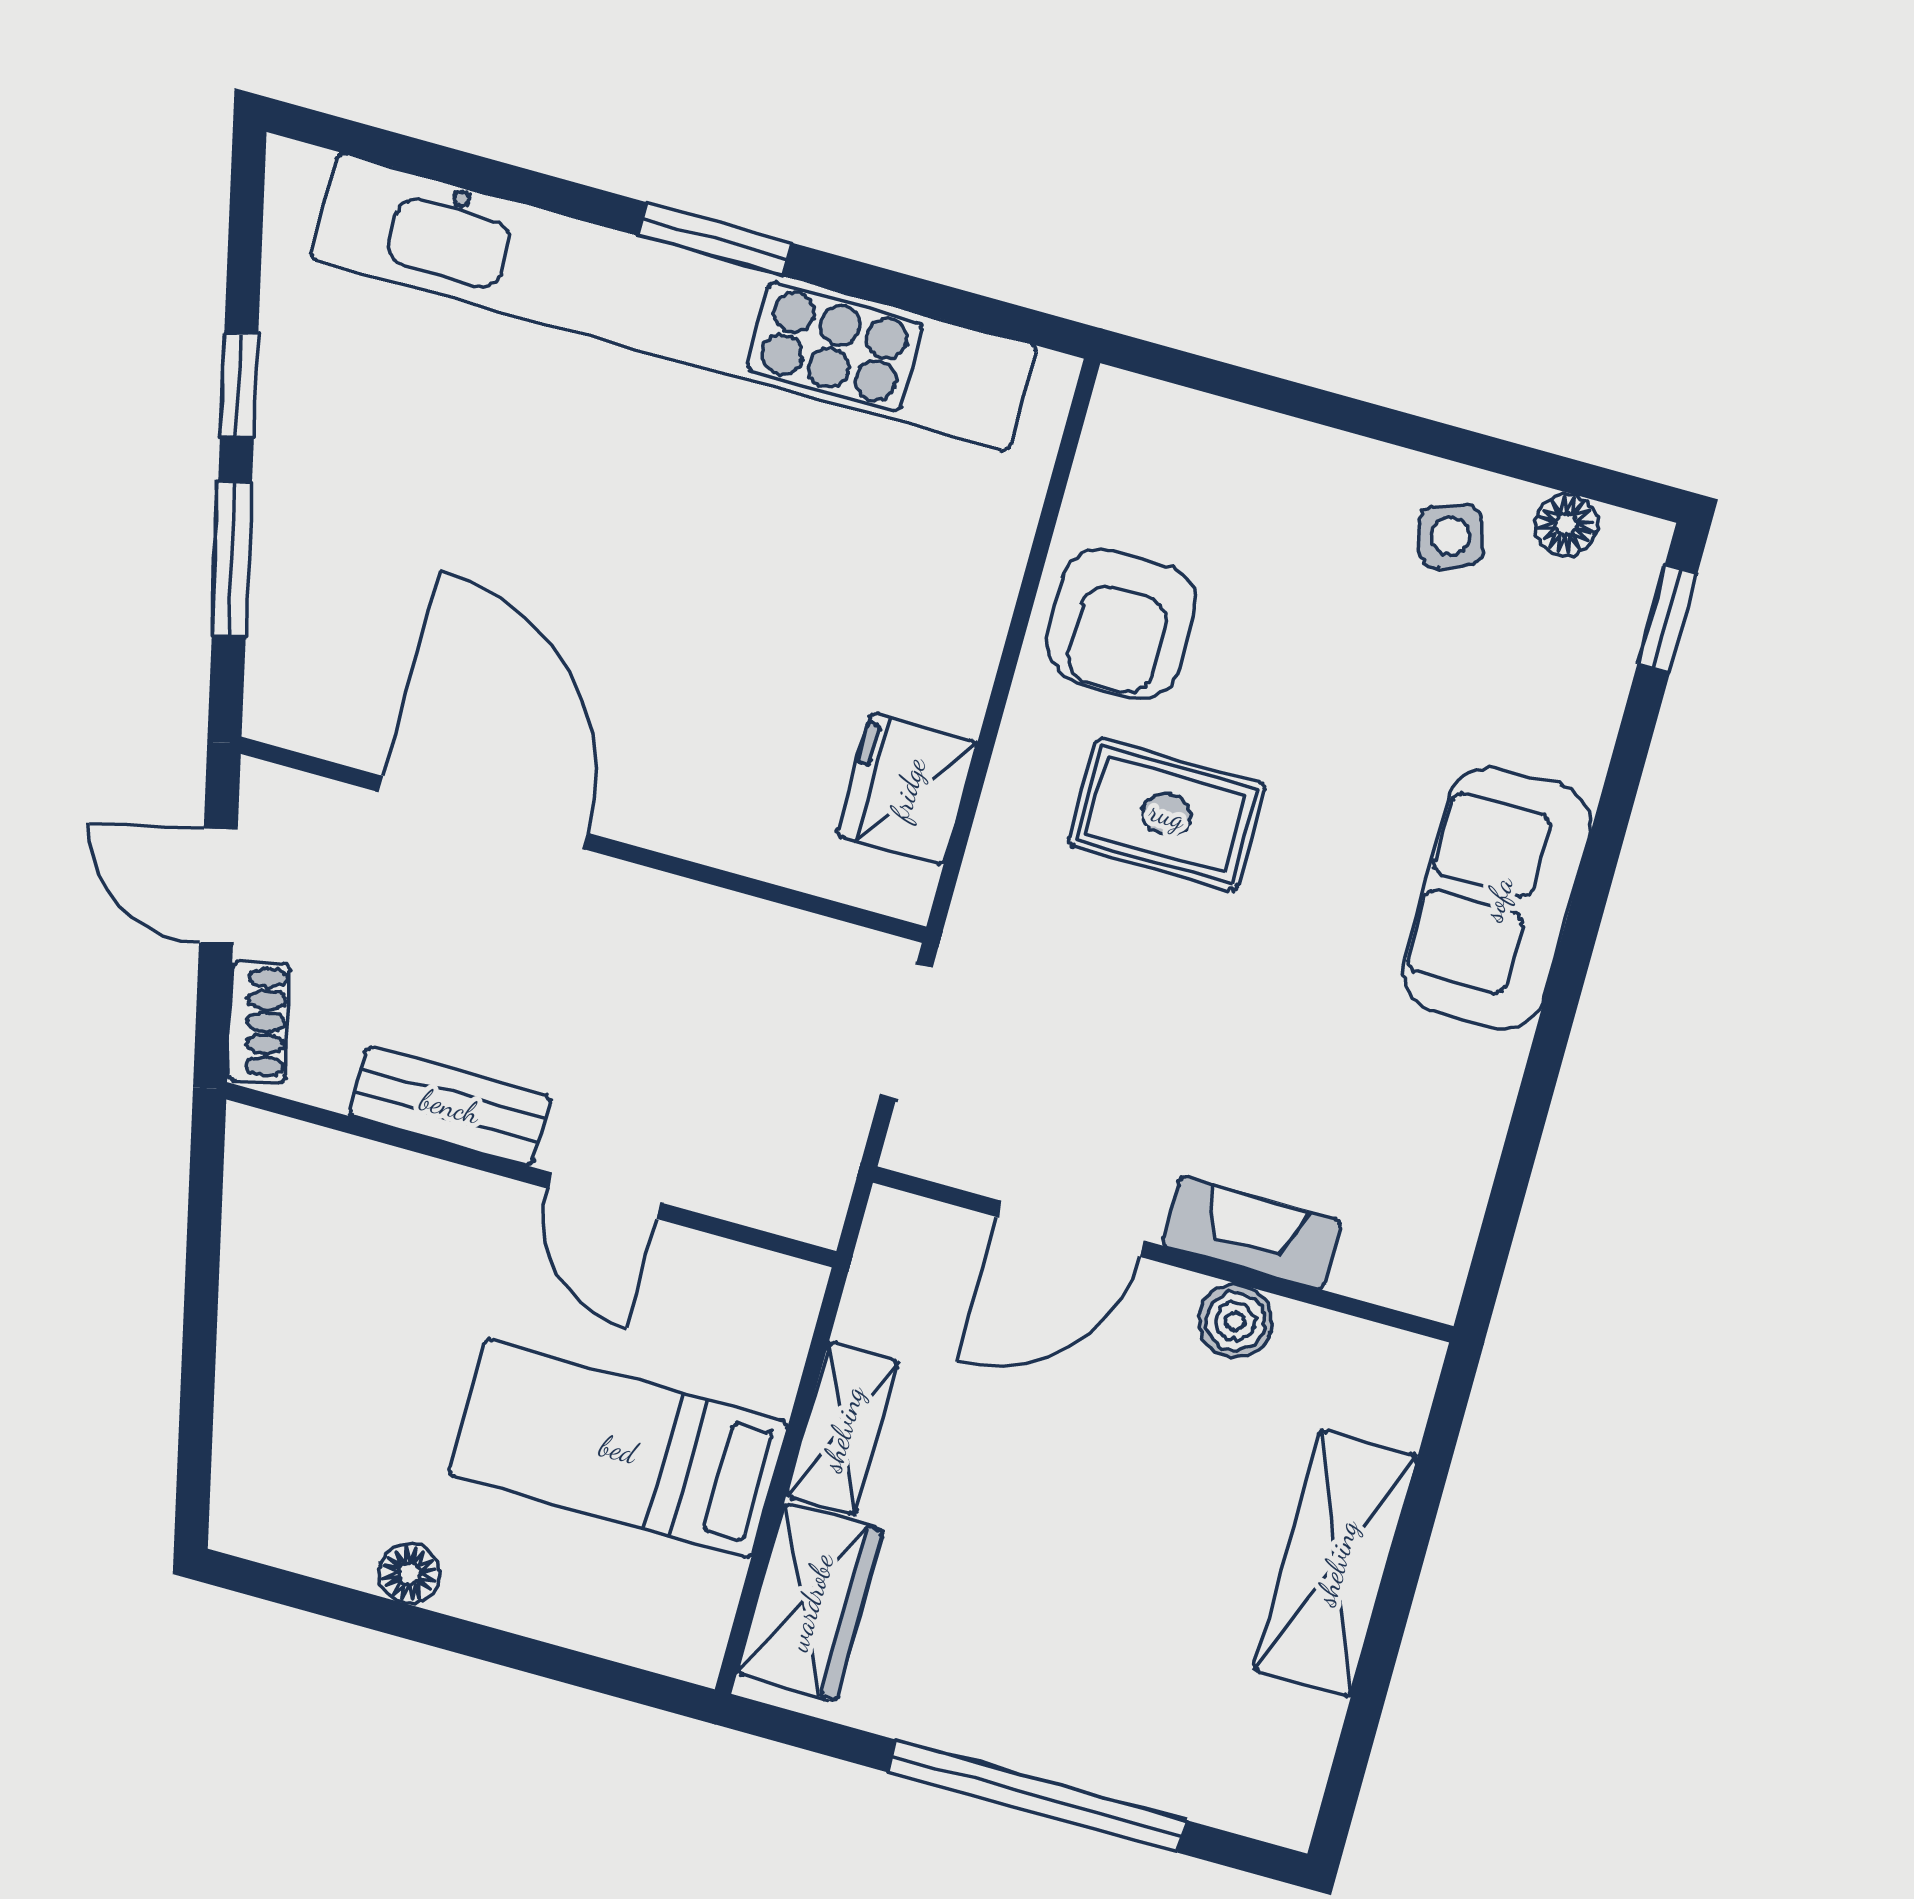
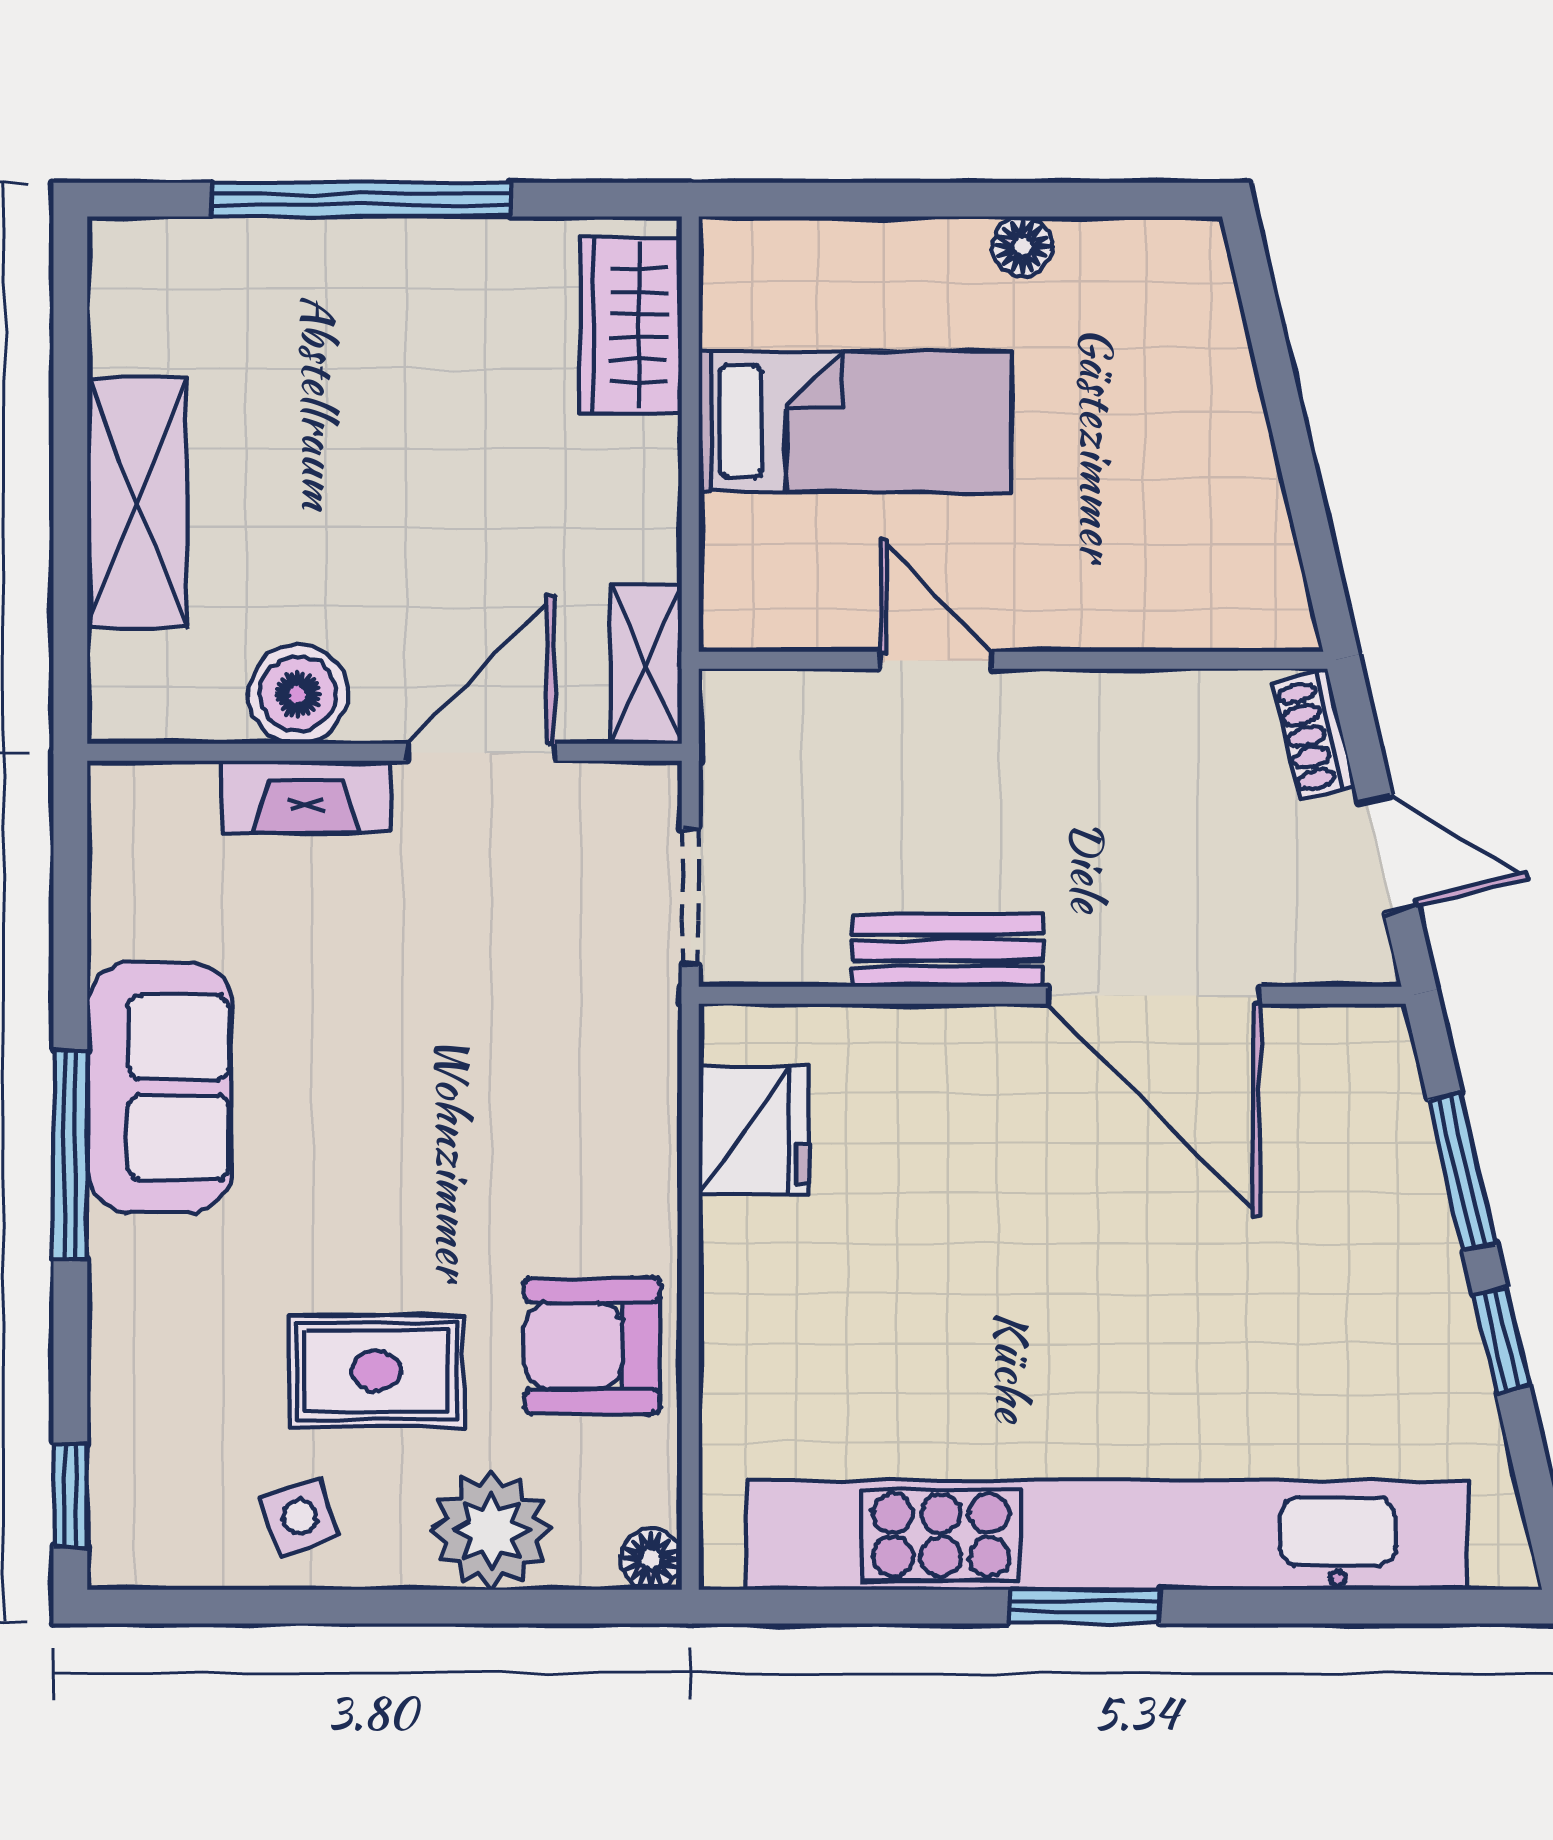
plant: (1269, 472) -> (491, 1530), added
floor lamp: (1566, 524) -> (651, 1559), moved
armchair: (1121, 624) -> (592, 1346), turned -90
rug: (1167, 814) -> (376, 1371), moved
sofa: (1497, 899) -> (159, 1088), moved
window: (1576, 949) -> (70, 1155), added
bench: (450, 1106) -> (948, 950), moved
boiler: (1235, 1321) -> (298, 694), width x1.36, depth x1.36
shelving: (842, 1429) -> (646, 664), moved

